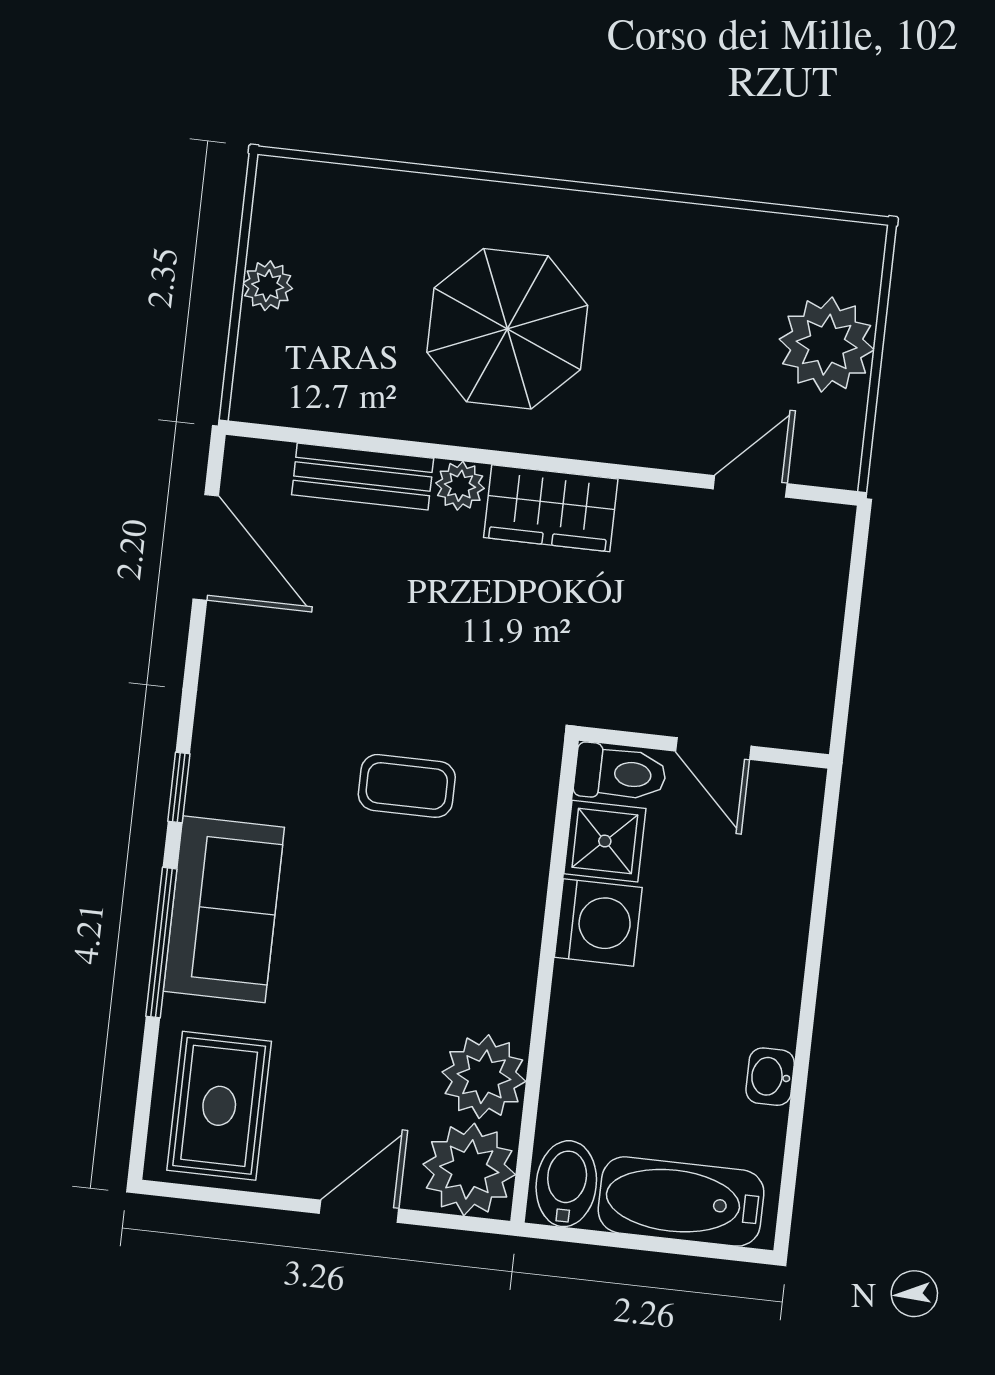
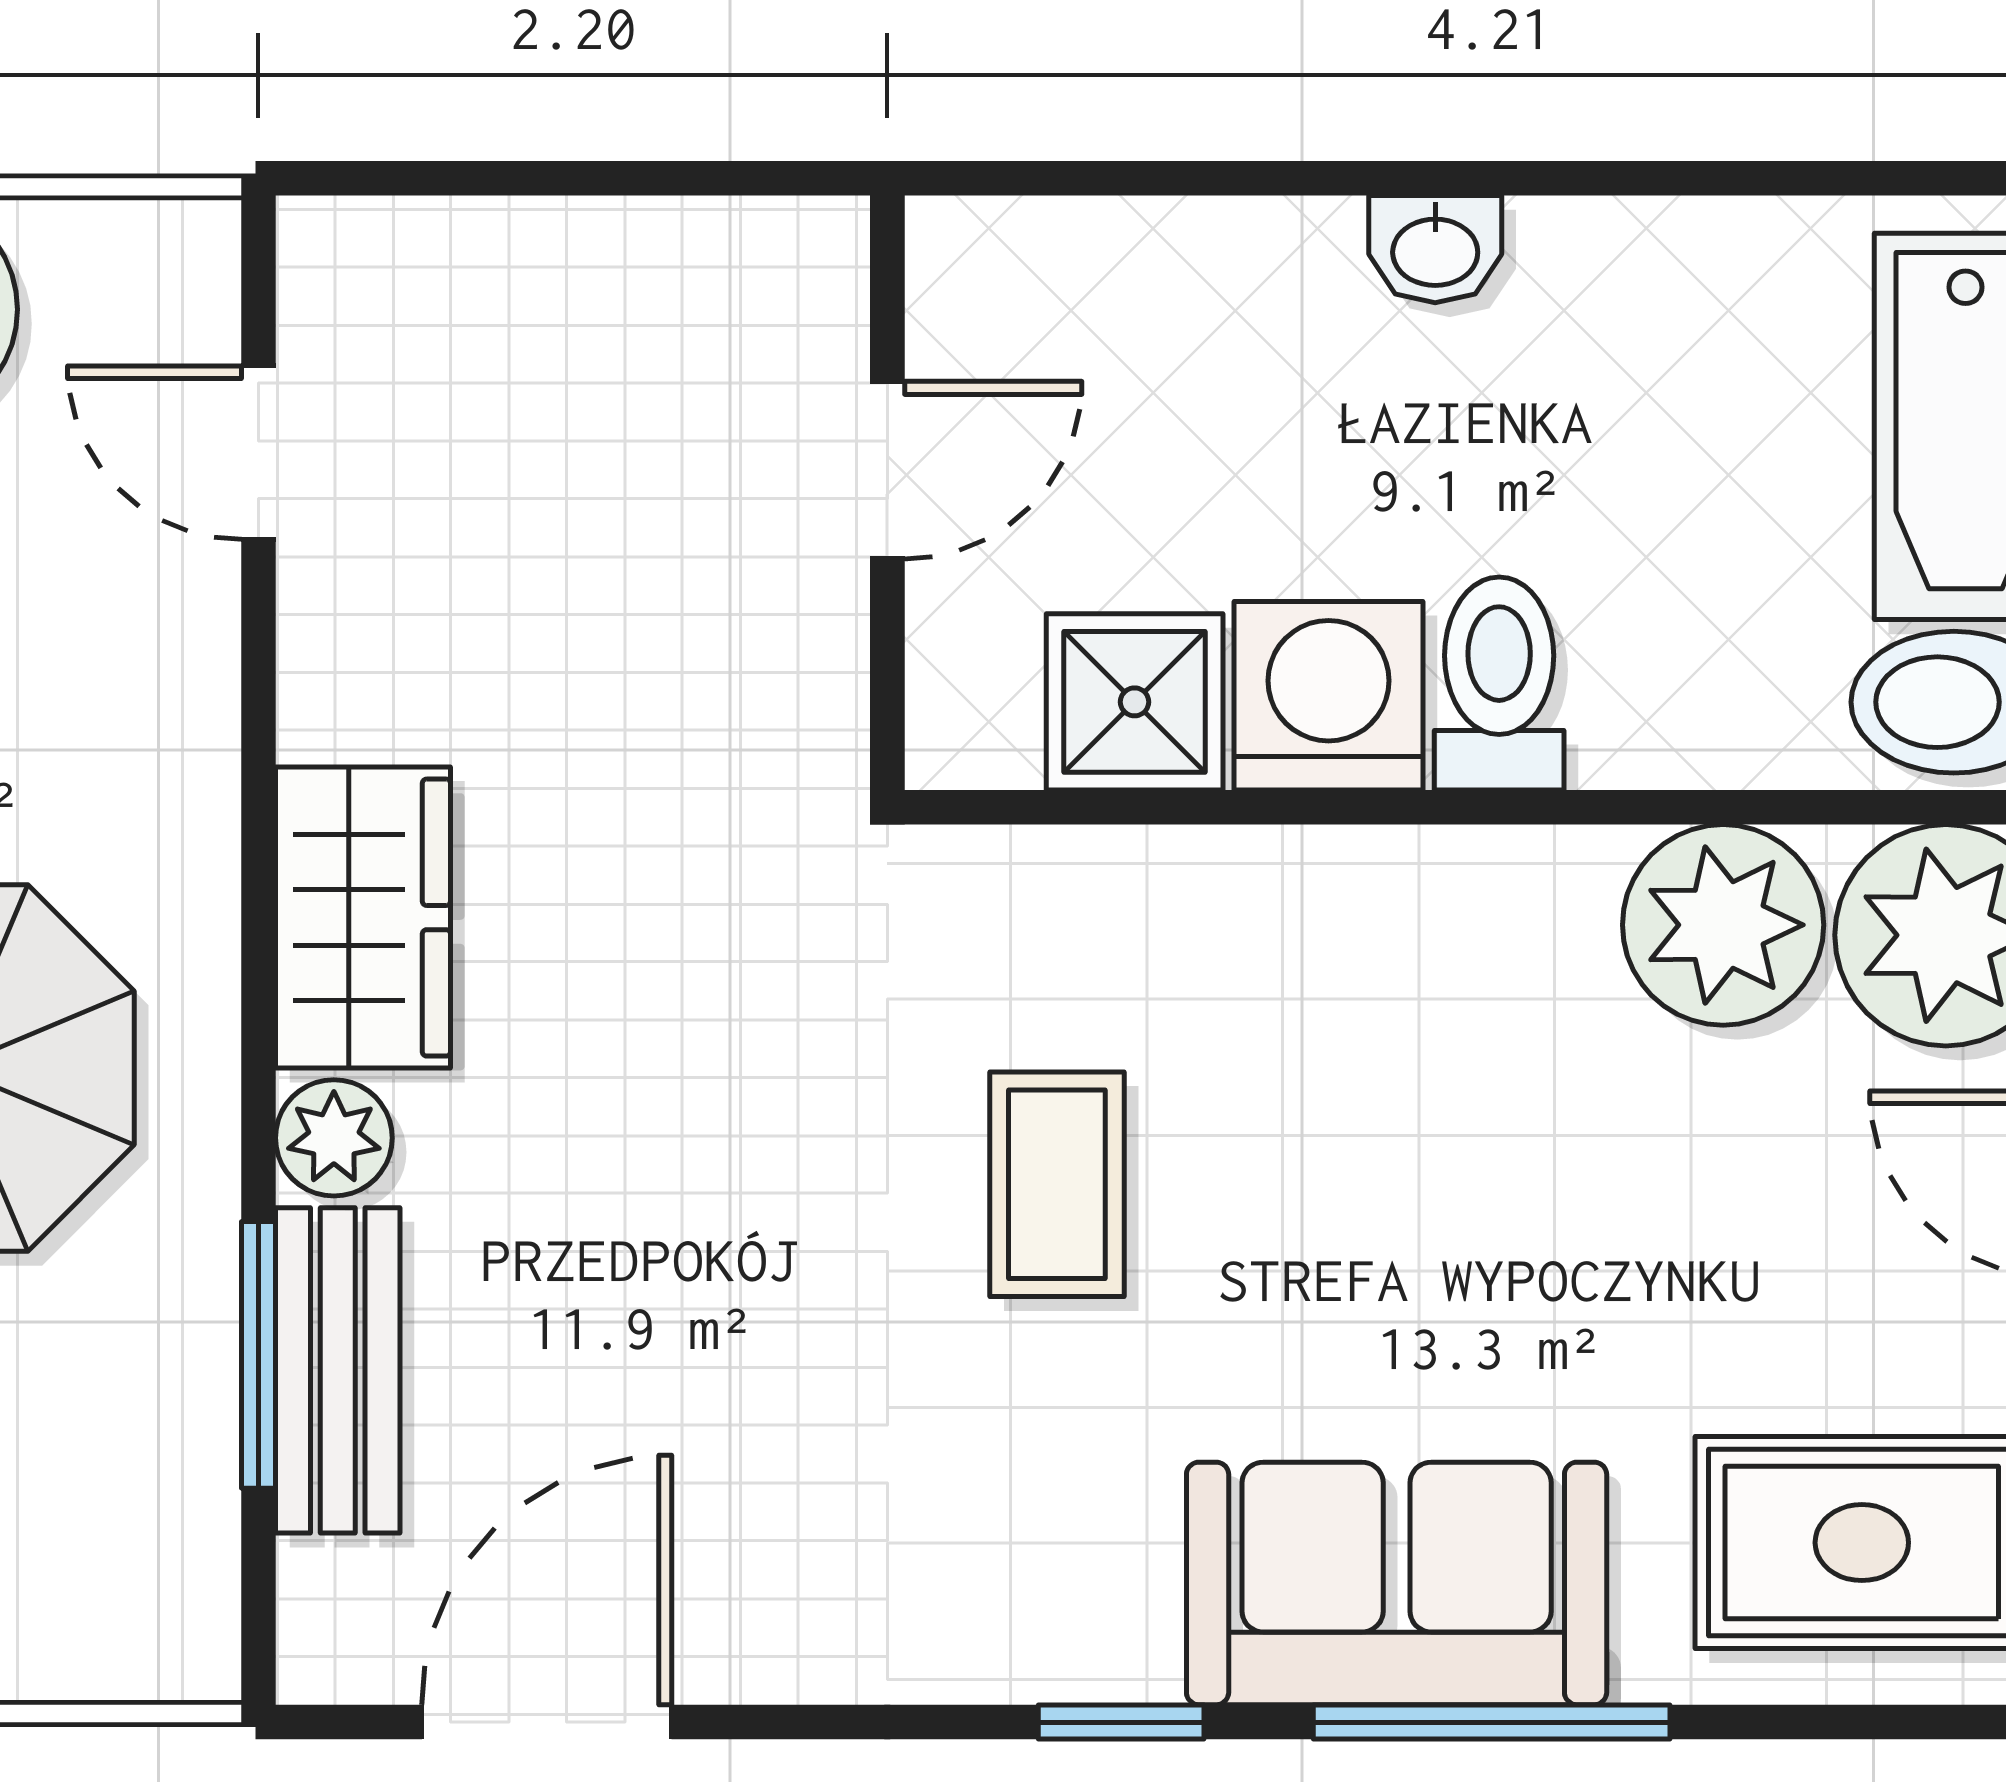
window: (373, 444) -> (258, 1355), added
toilet: (620, 773) -> (1499, 683), moved
washbasin: (770, 1077) -> (1435, 249), moved

